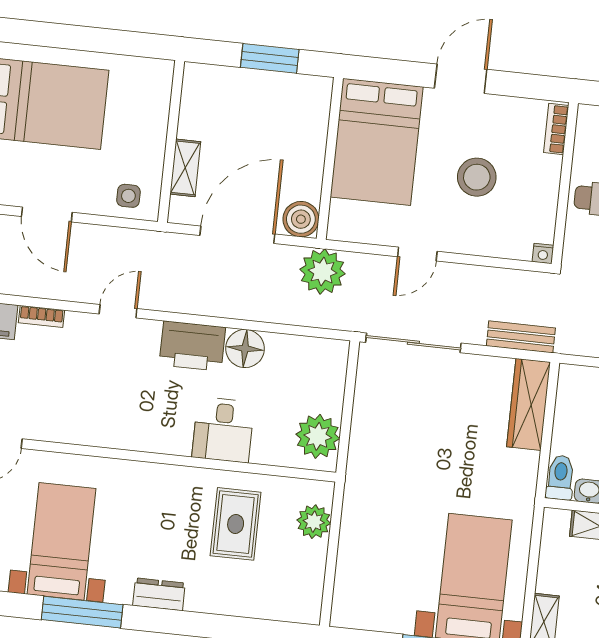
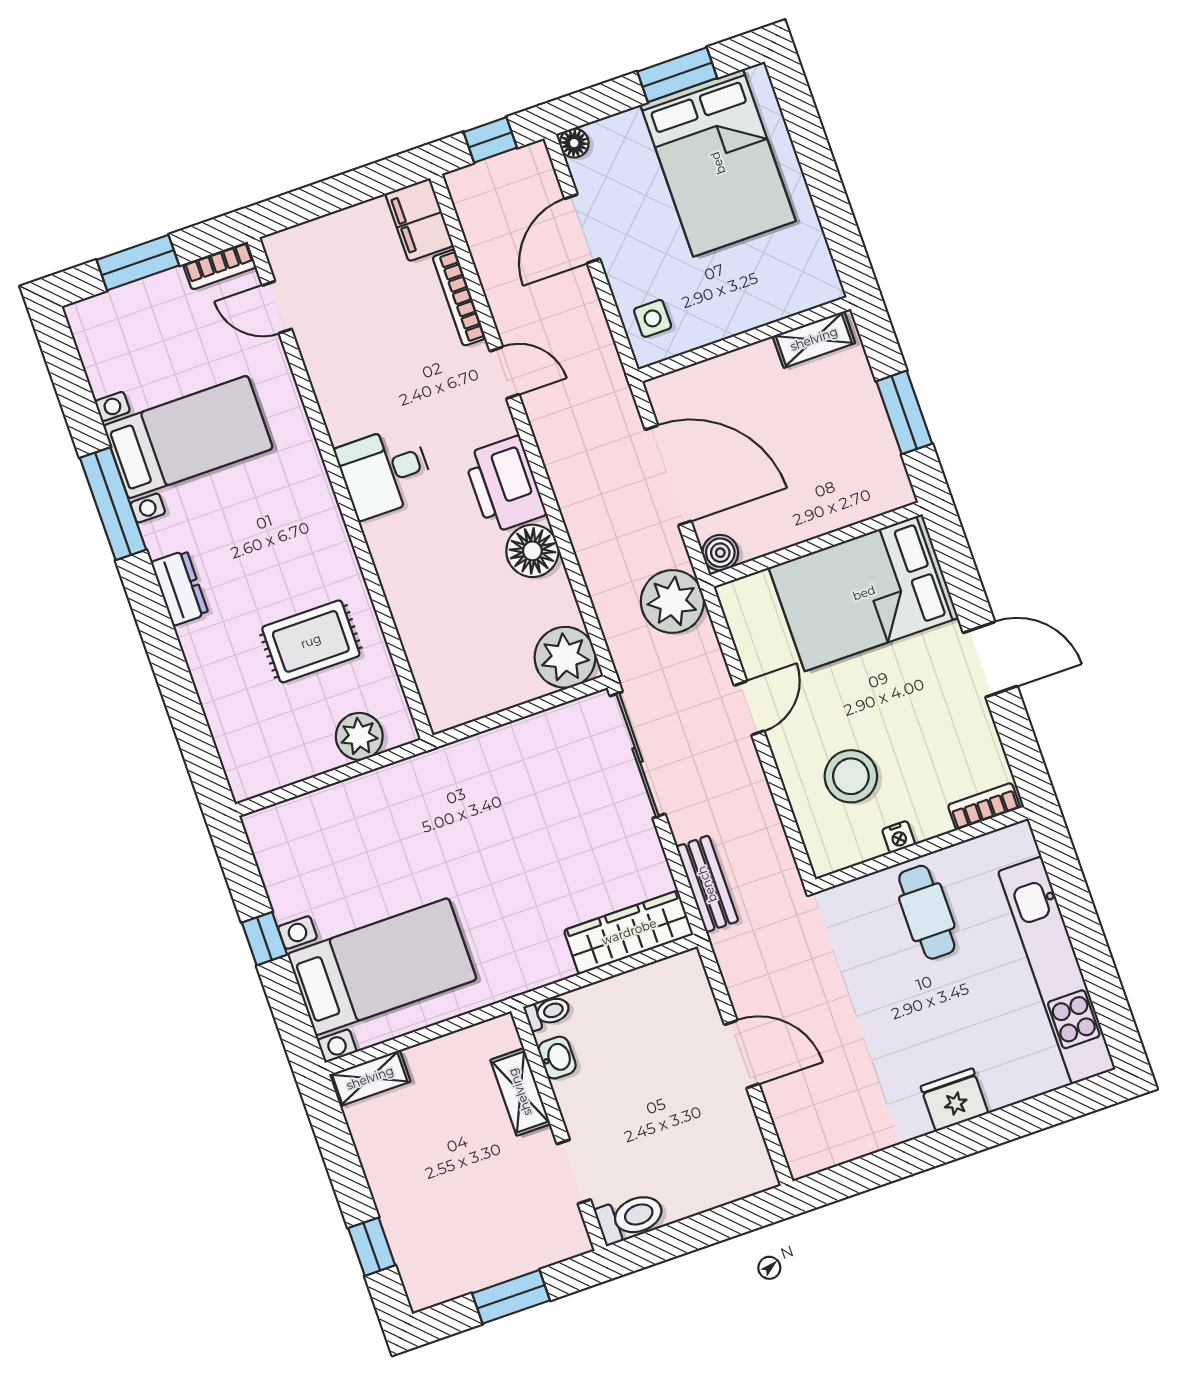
shelving: (185, 168) -> (814, 339), moved
stool: (477, 177) -> (851, 776), moved
boiler: (301, 219) -> (720, 553), width x0.73, depth x0.73
door: (417, 254) -> (749, 708), swing flipped
nightstand: (543, 254) -> (899, 837), moved, turned -90
bookcase: (41, 316) -> (459, 298), width x1.56
desk: (223, 430) -> (385, 472), moved
plant: (318, 436) -> (565, 657), moved
toilet: (560, 478) -> (548, 1012), width x0.73, depth x0.72

